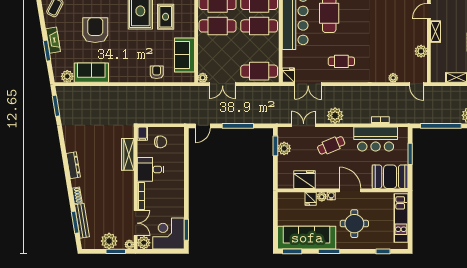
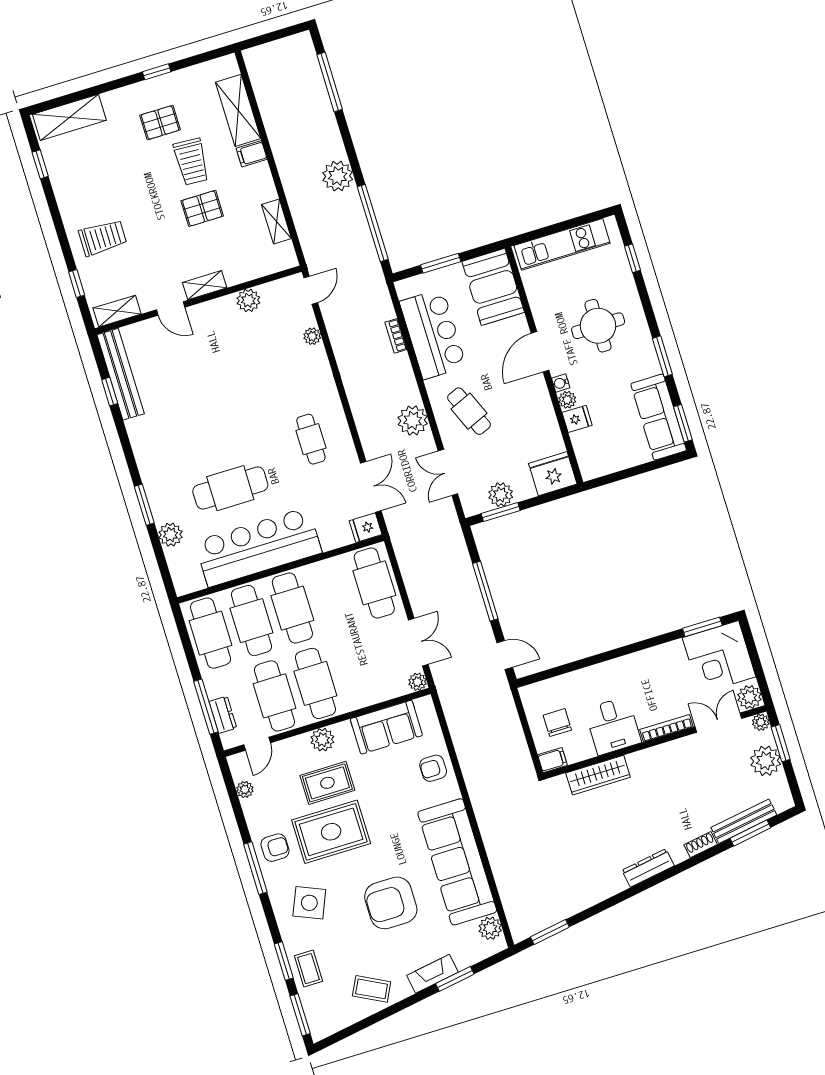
plant: (188, 21) -> (322, 740), added
sofa: (91, 73) -> (457, 862), width x1.85, depth x1.27
fridge: (305, 180) -> (553, 474), moved, turned 90
sofa: (307, 238) -> (659, 417), width x0.74, depth x0.79

